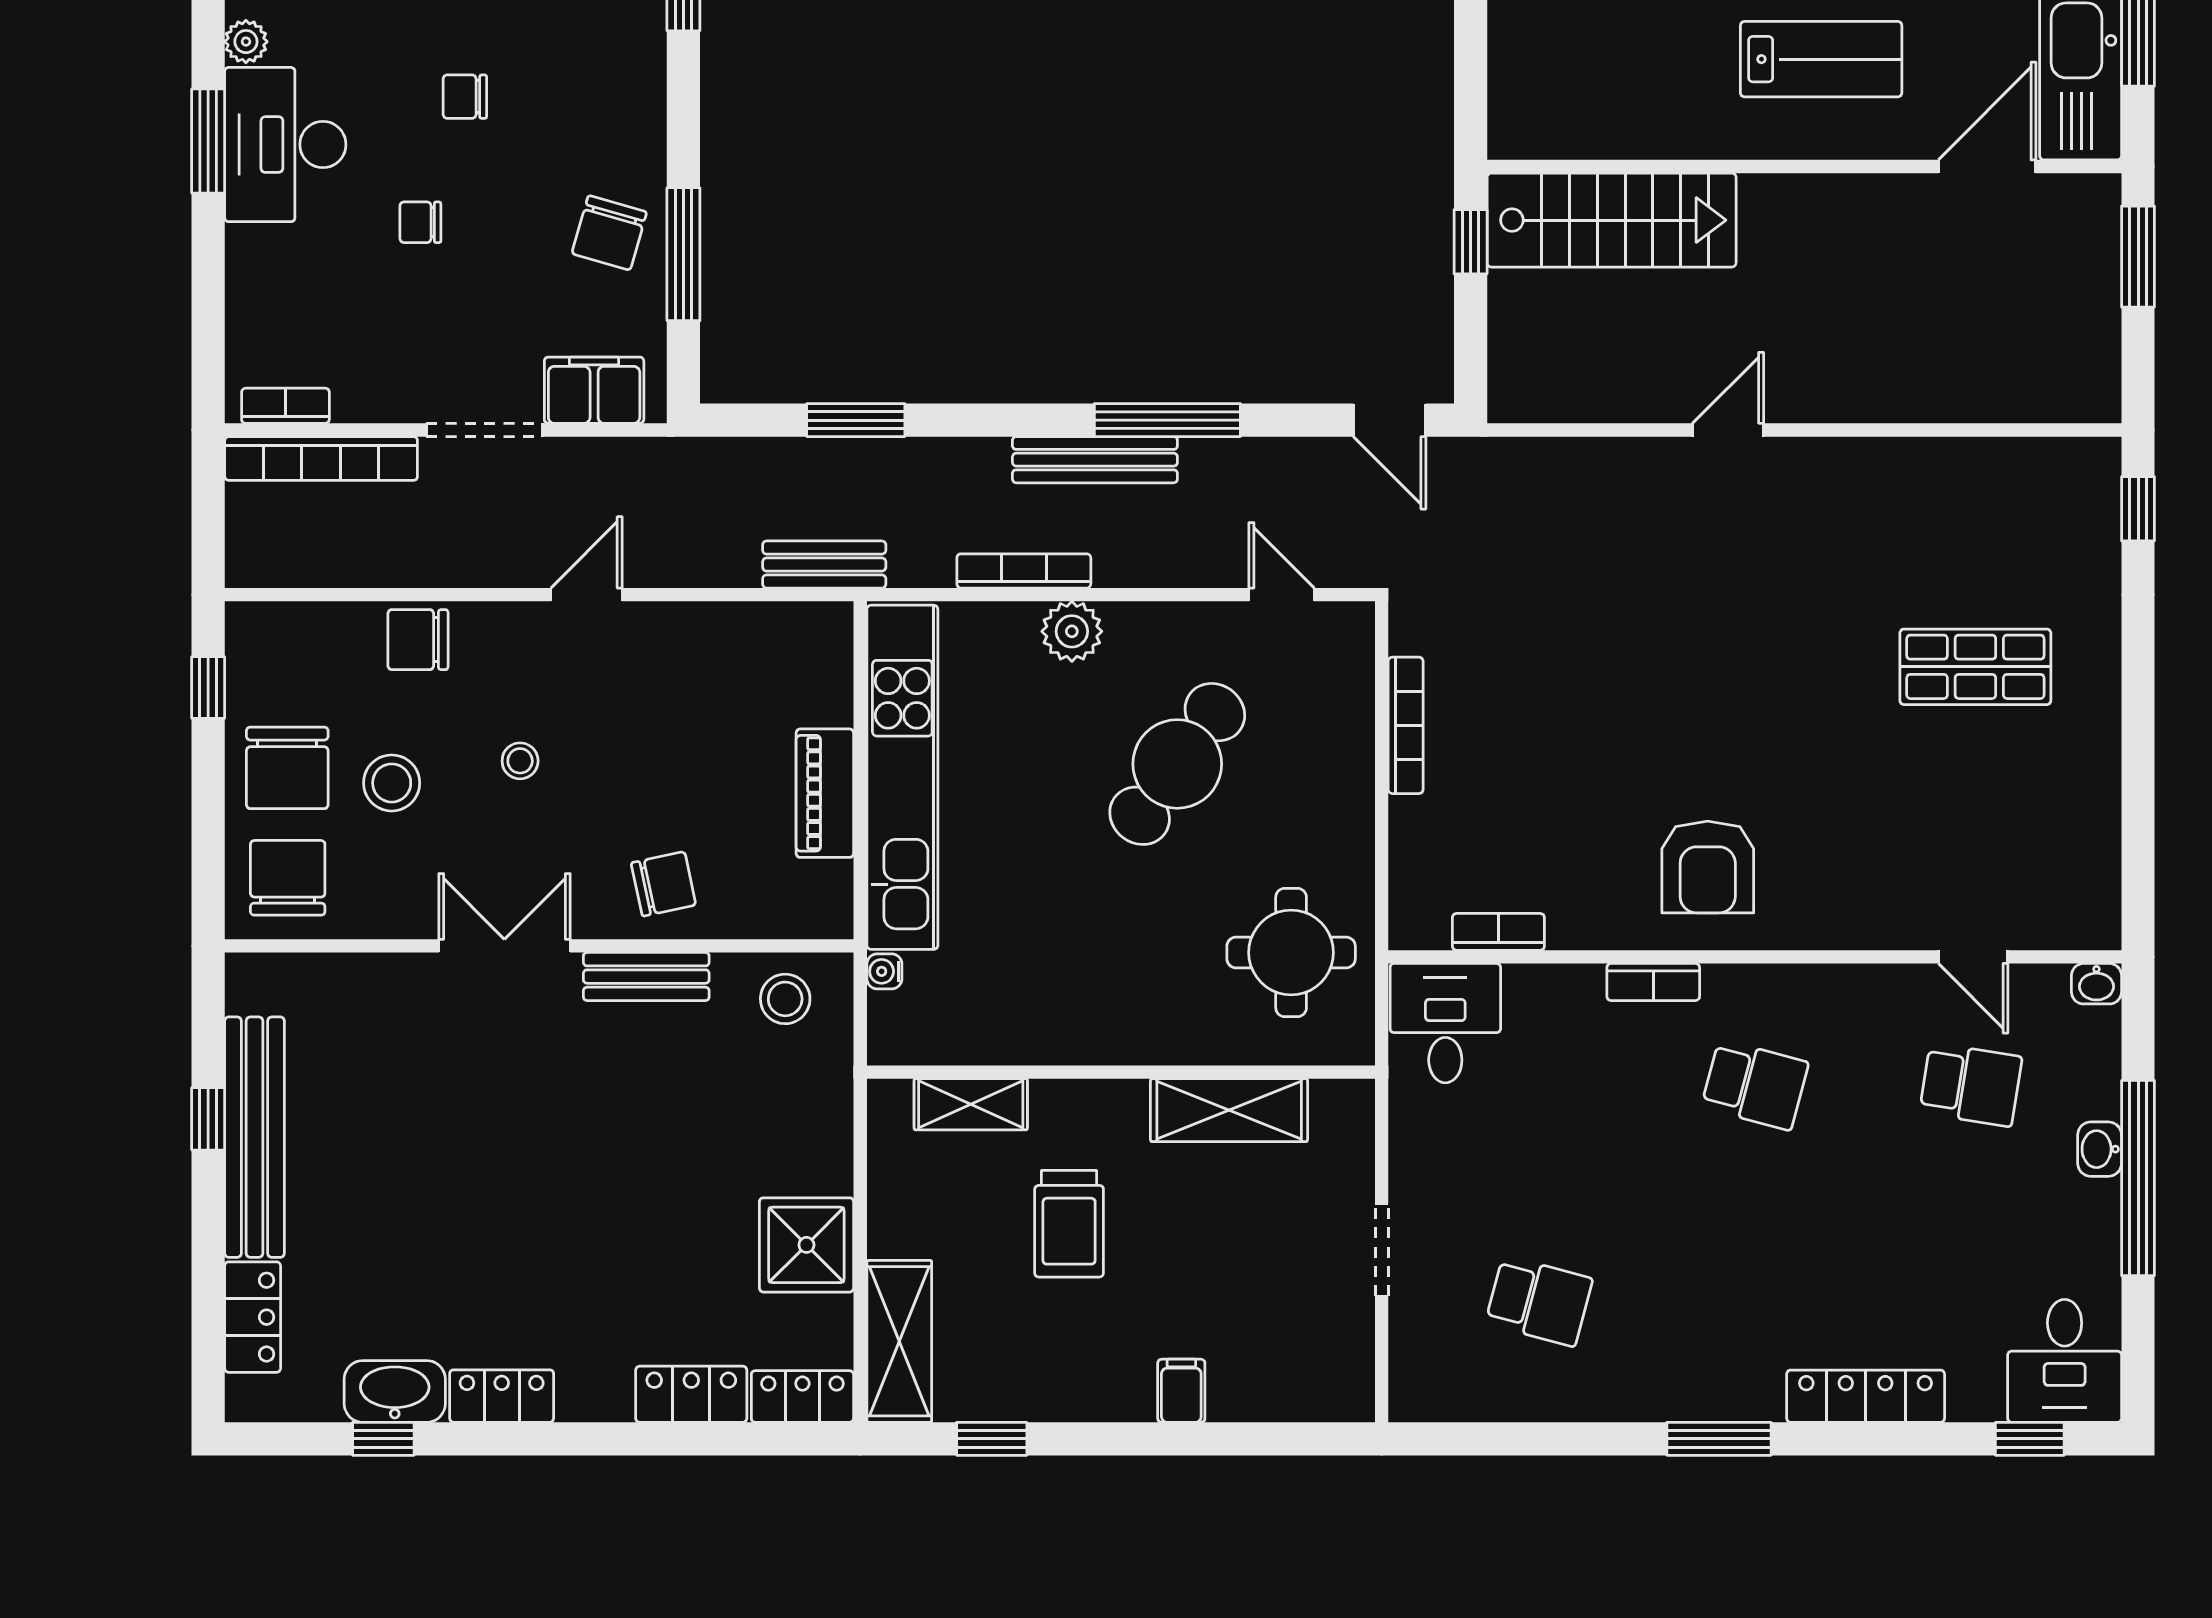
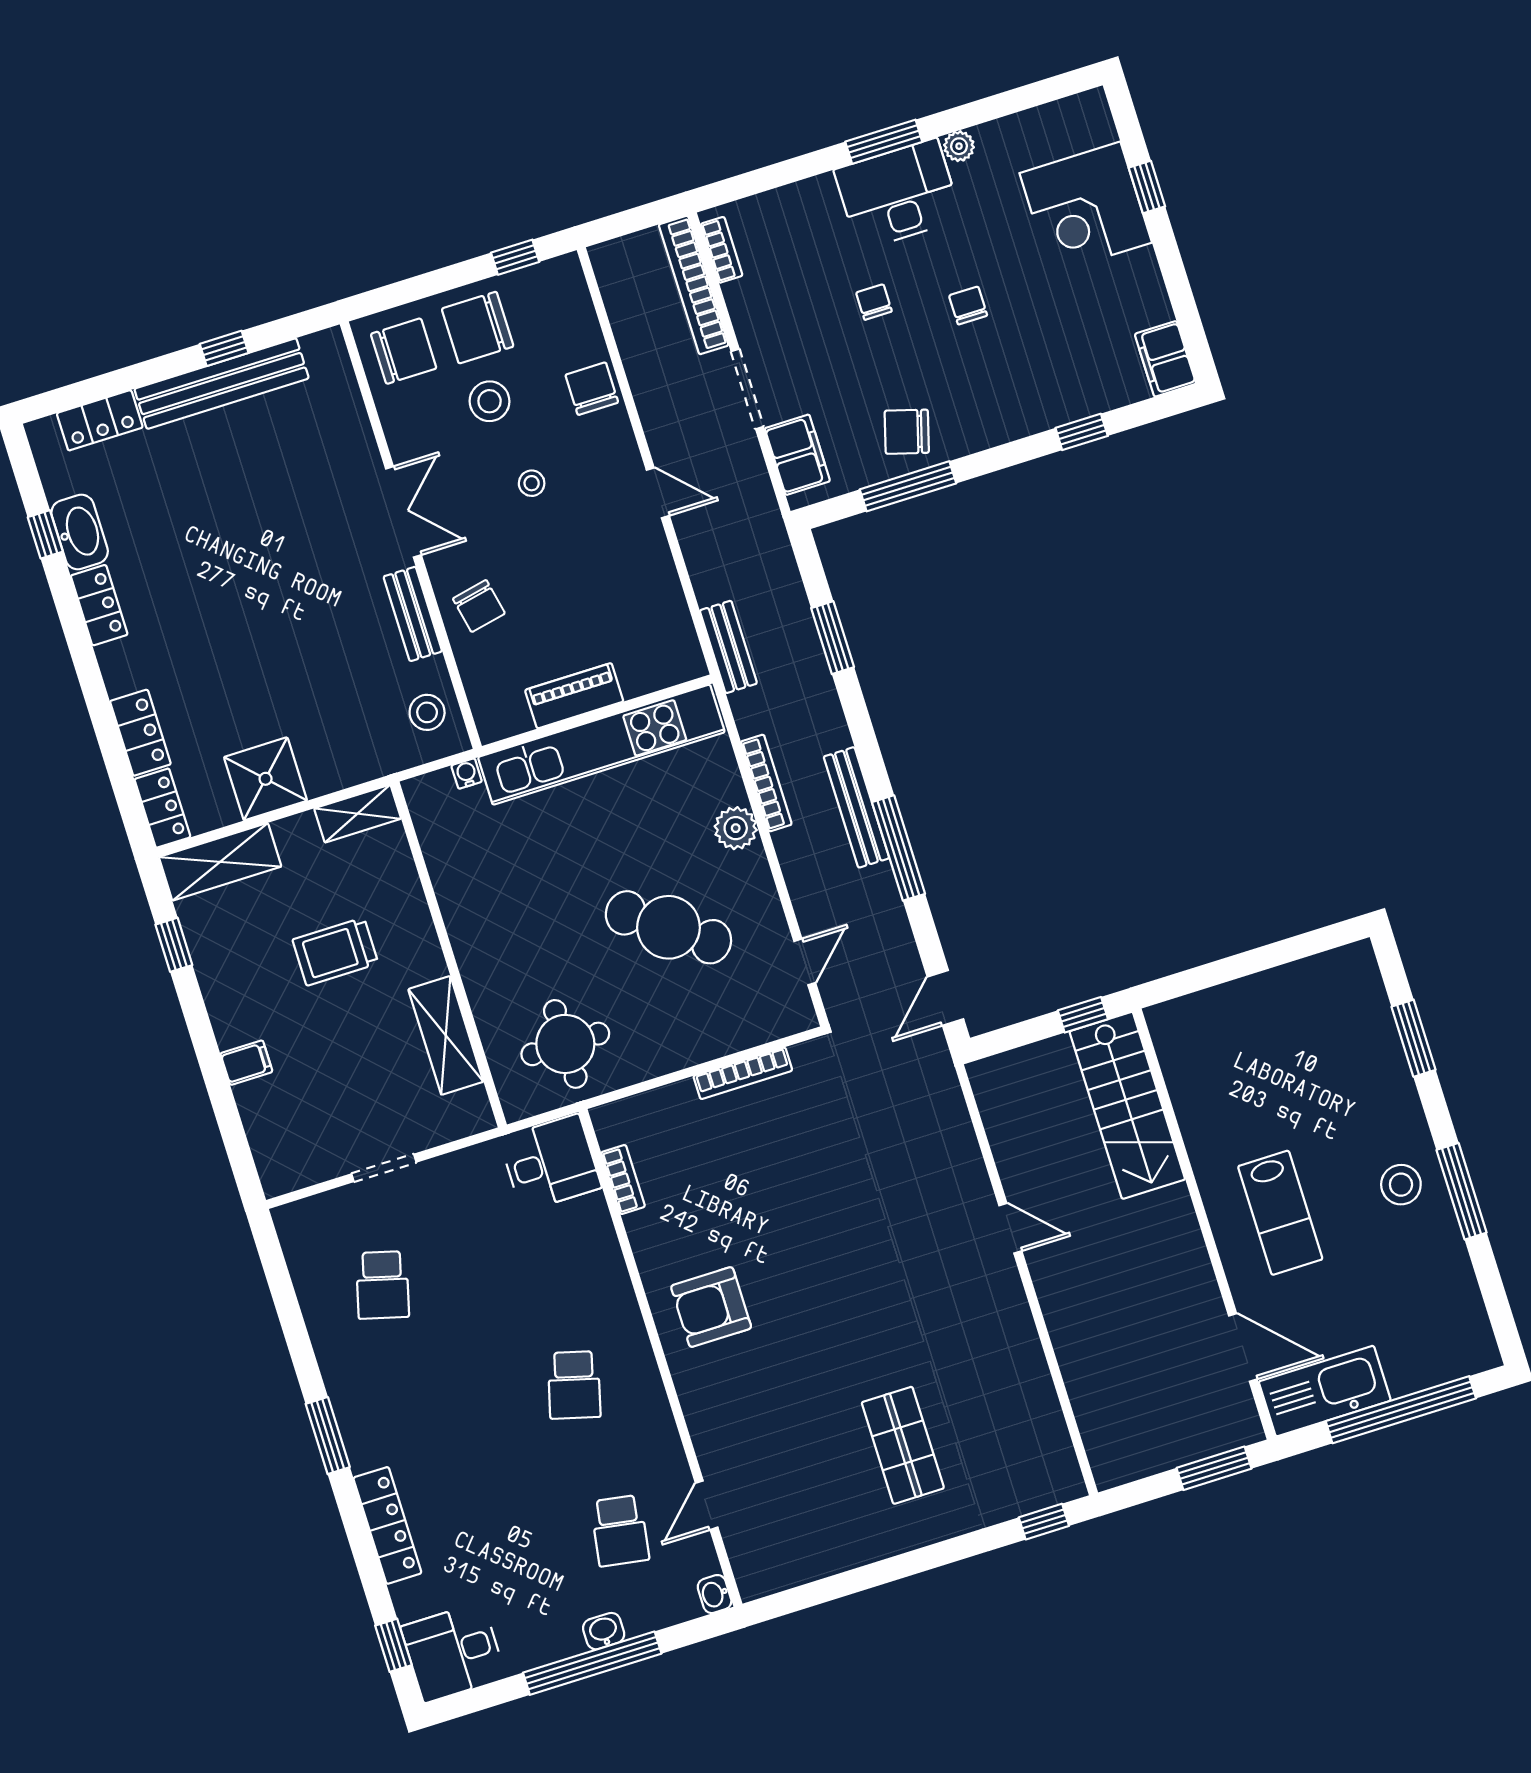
bookcase: (1653, 982) -> (622, 1295), removed
shelving: (971, 1104) -> (358, 814), moved, turned 90

